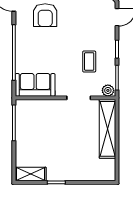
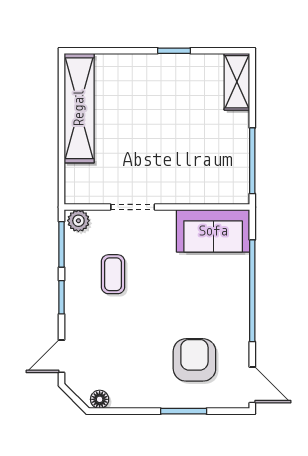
shelving: (108, 129) -> (79, 108), moved
shelving: (31, 174) -> (237, 82), moved, turned 90

